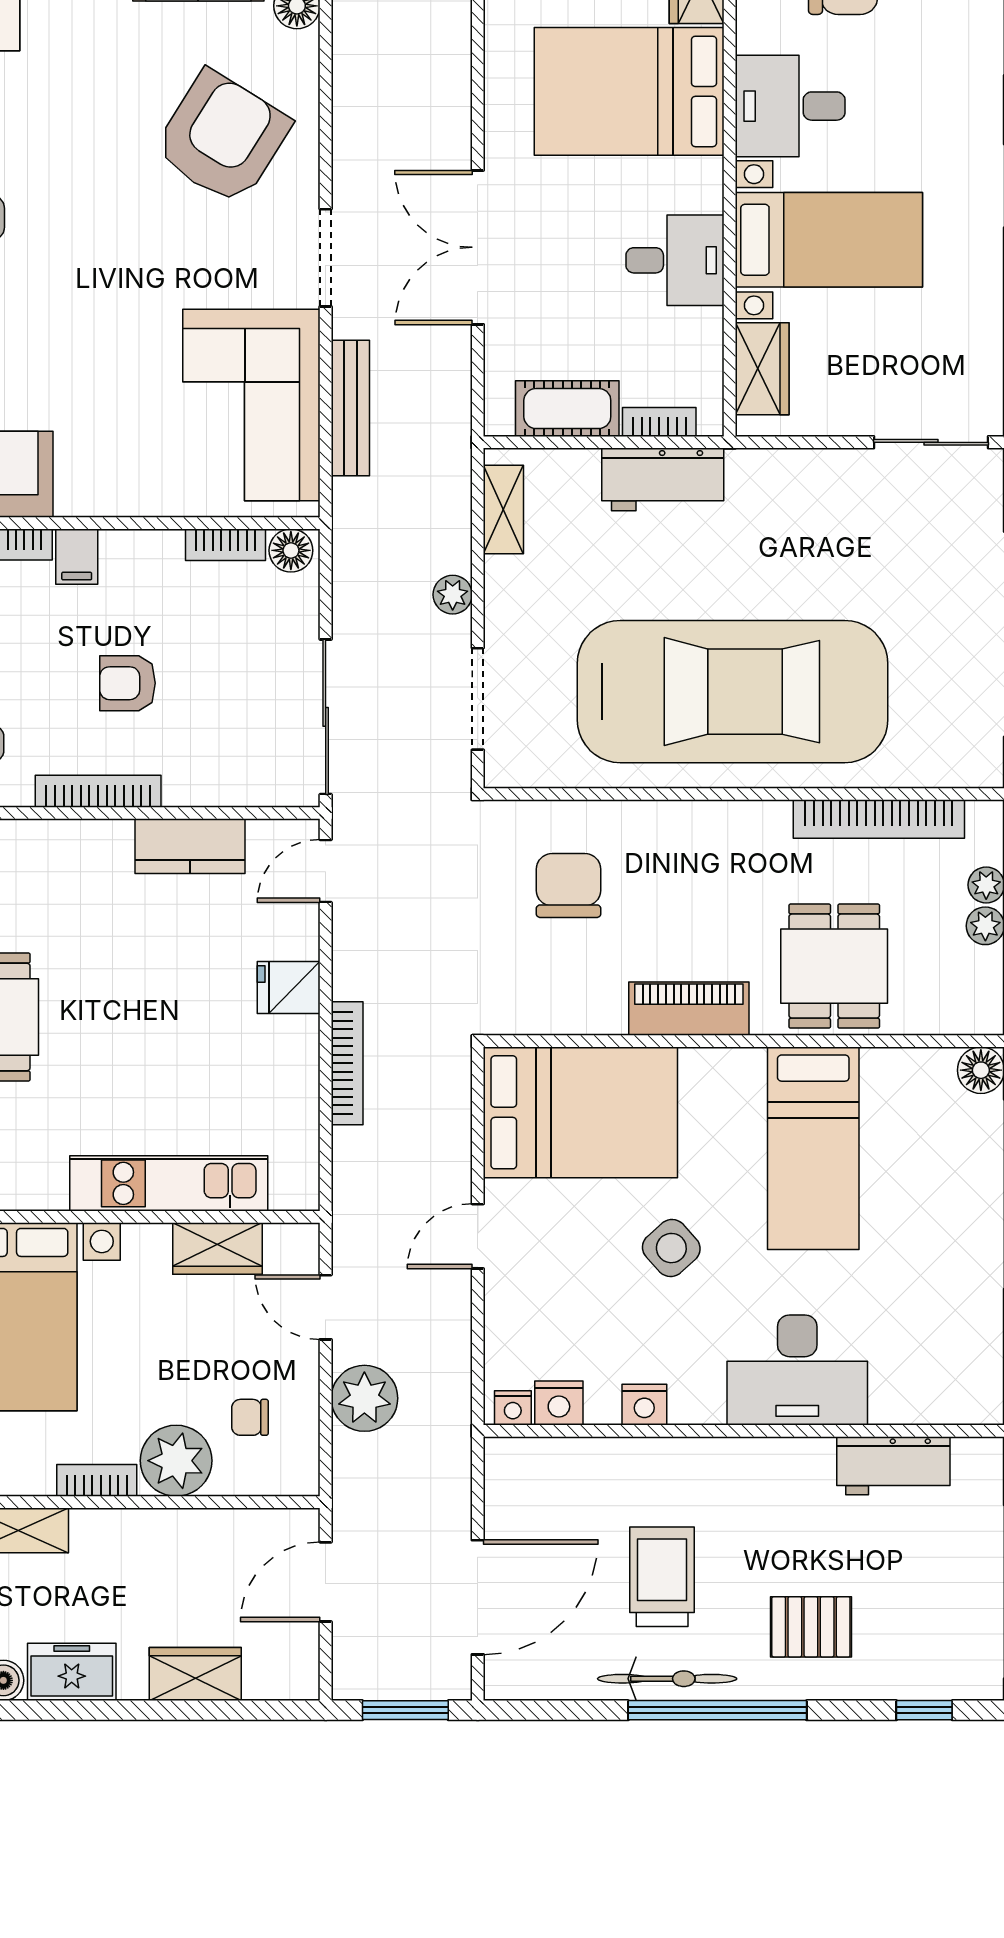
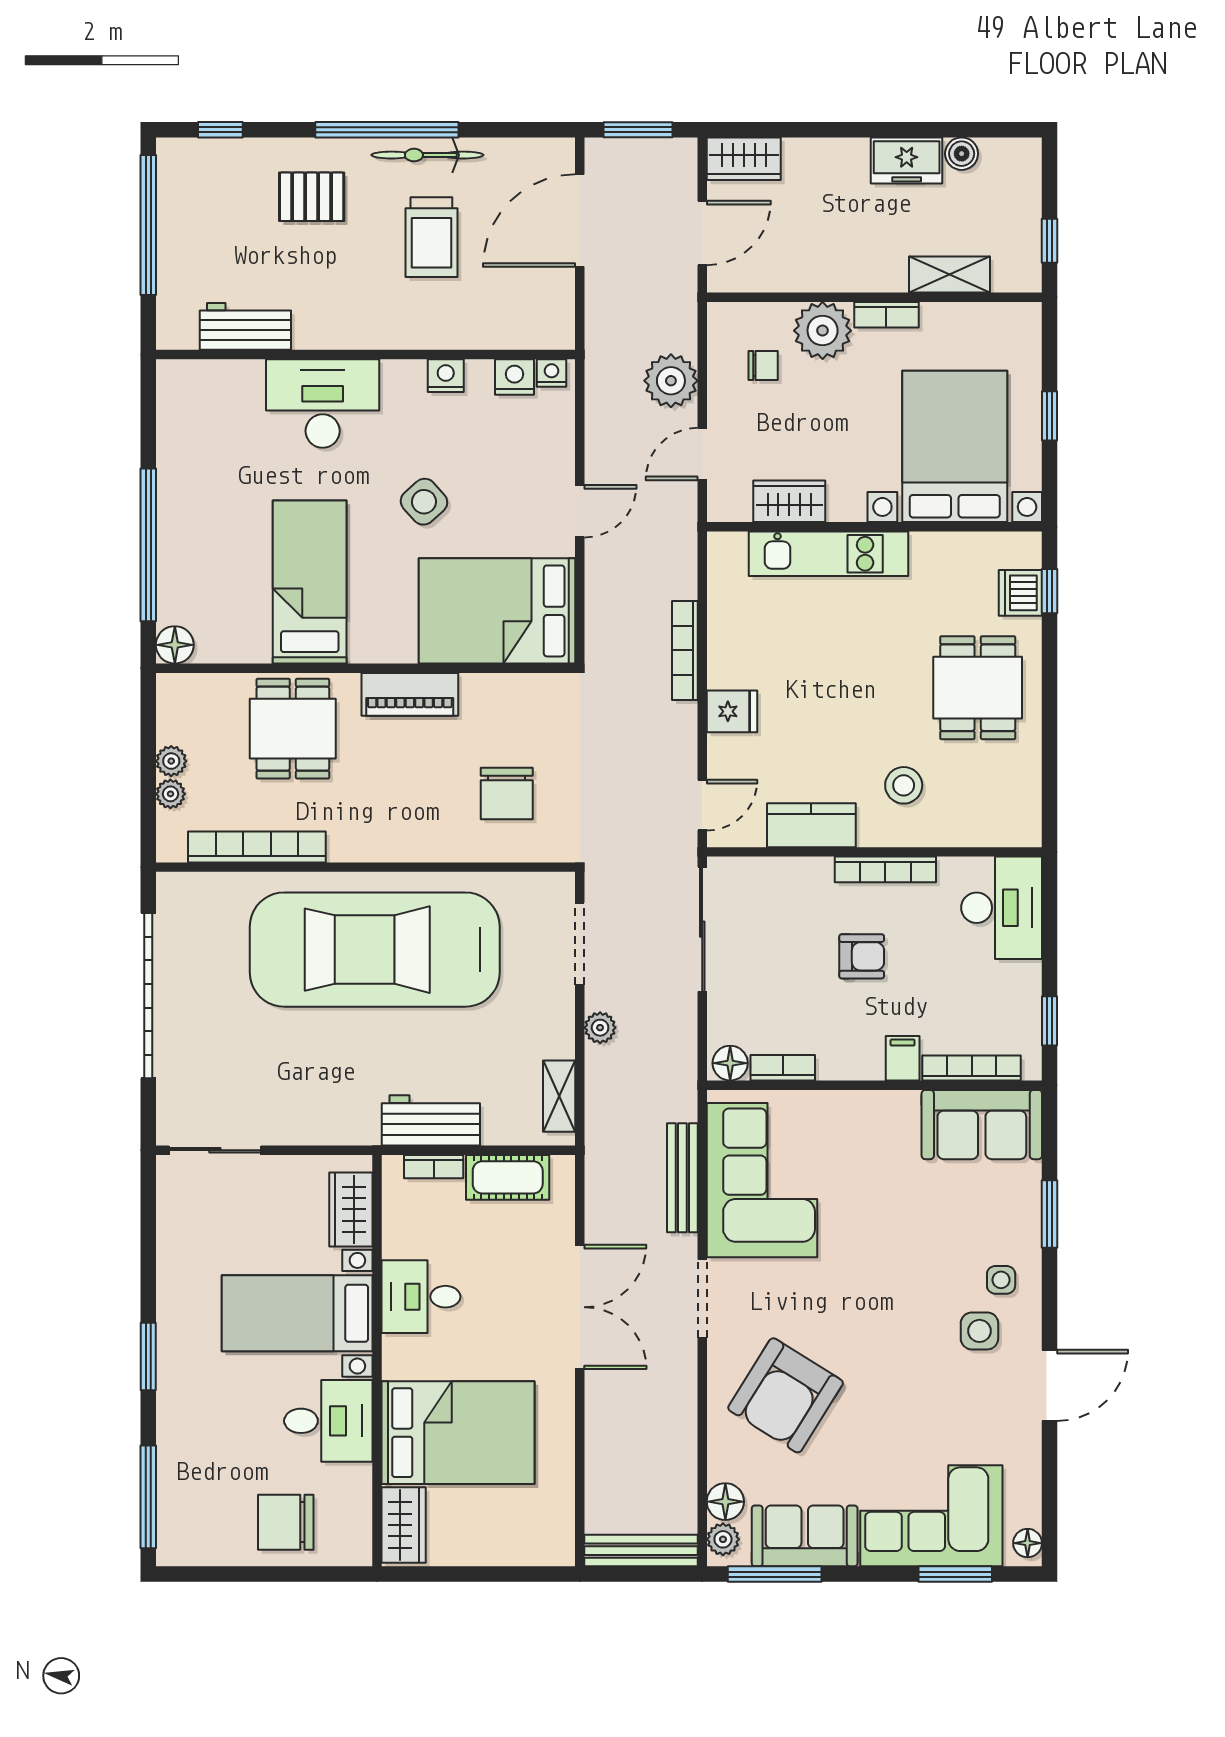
stool: (75, 896) -> (904, 785), added
door: (326, 1307) -> (702, 454), swing flipped
wardrobe: (195, 1674) -> (744, 159), moved

